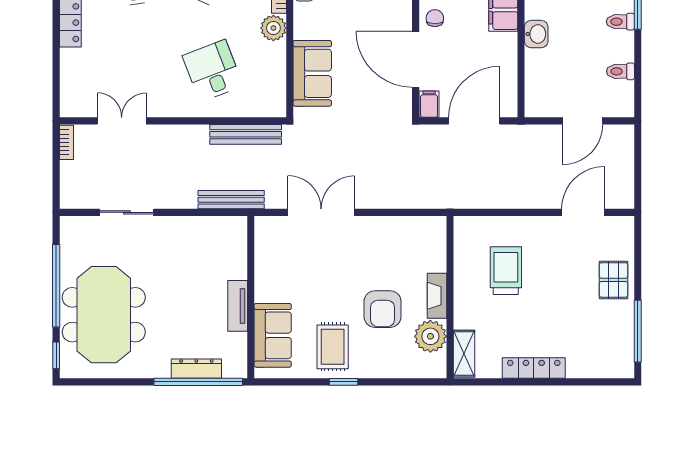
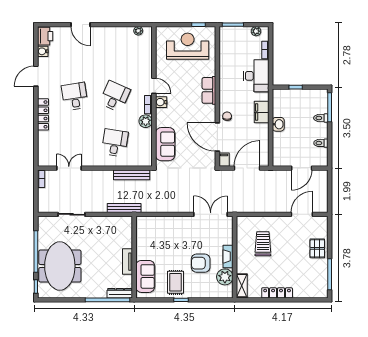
desk: (213, 71) -> (115, 143), turned 30
double door: (321, 212) -> (211, 214), moved
armchair: (383, 309) -> (201, 263), turned 90
dresser: (196, 369) -> (120, 293), moved

